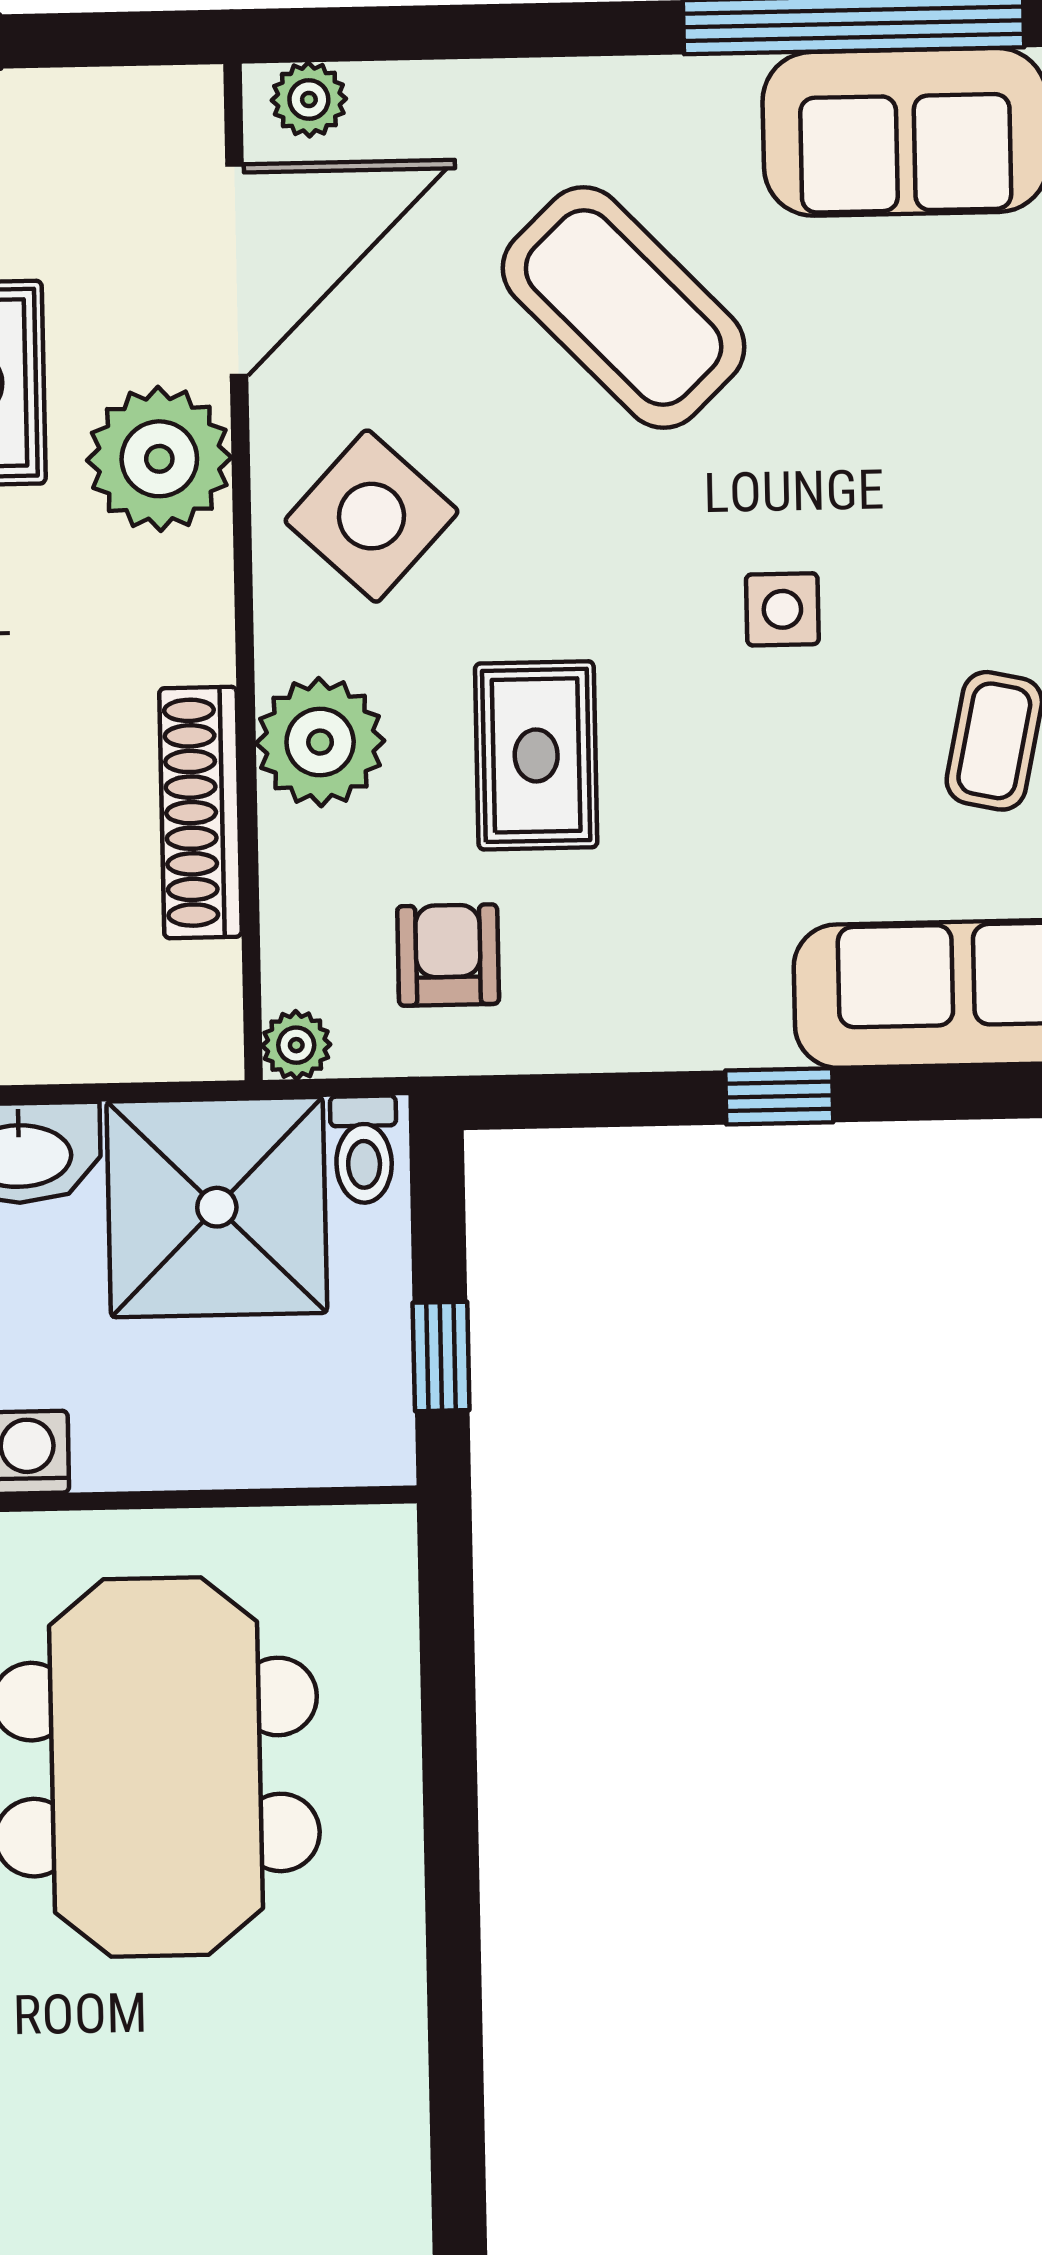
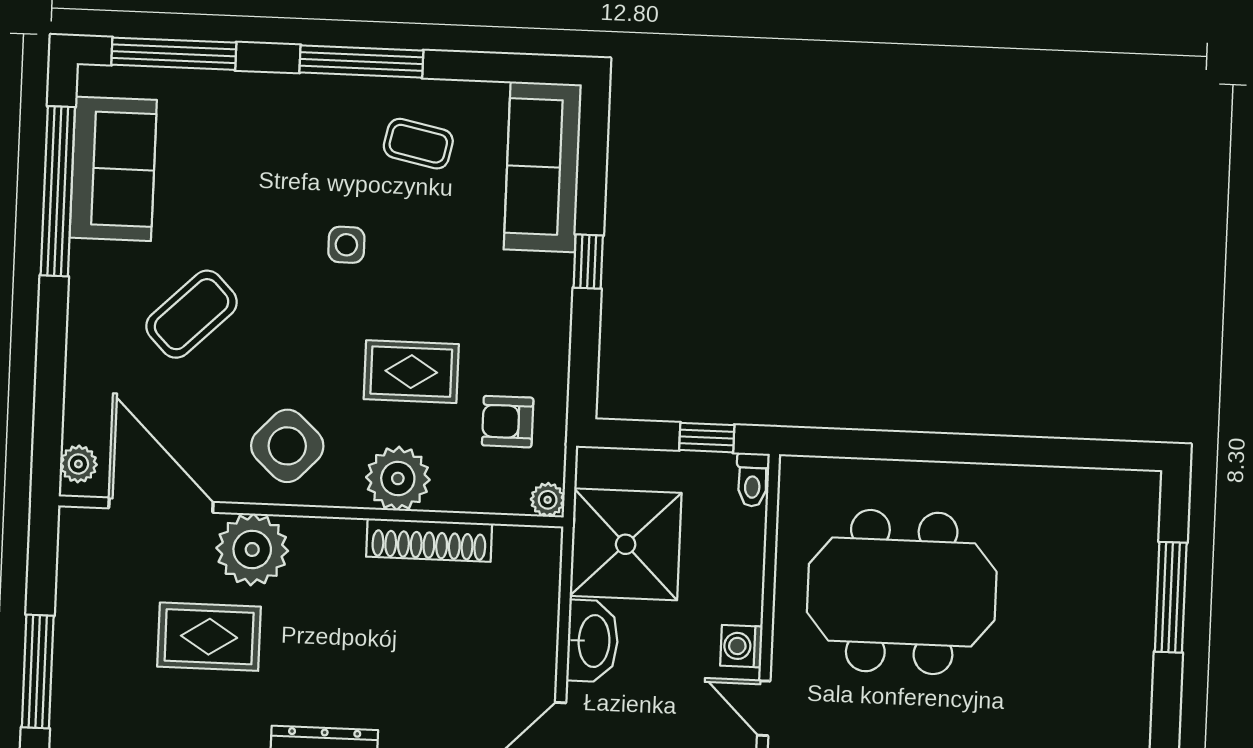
coffee table: (624, 307) -> (192, 314), width x0.73, depth x0.76
toilet: (364, 1149) -> (753, 480), moved, turned 90

